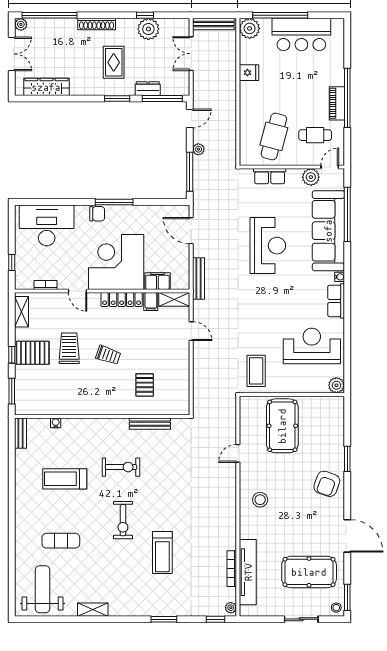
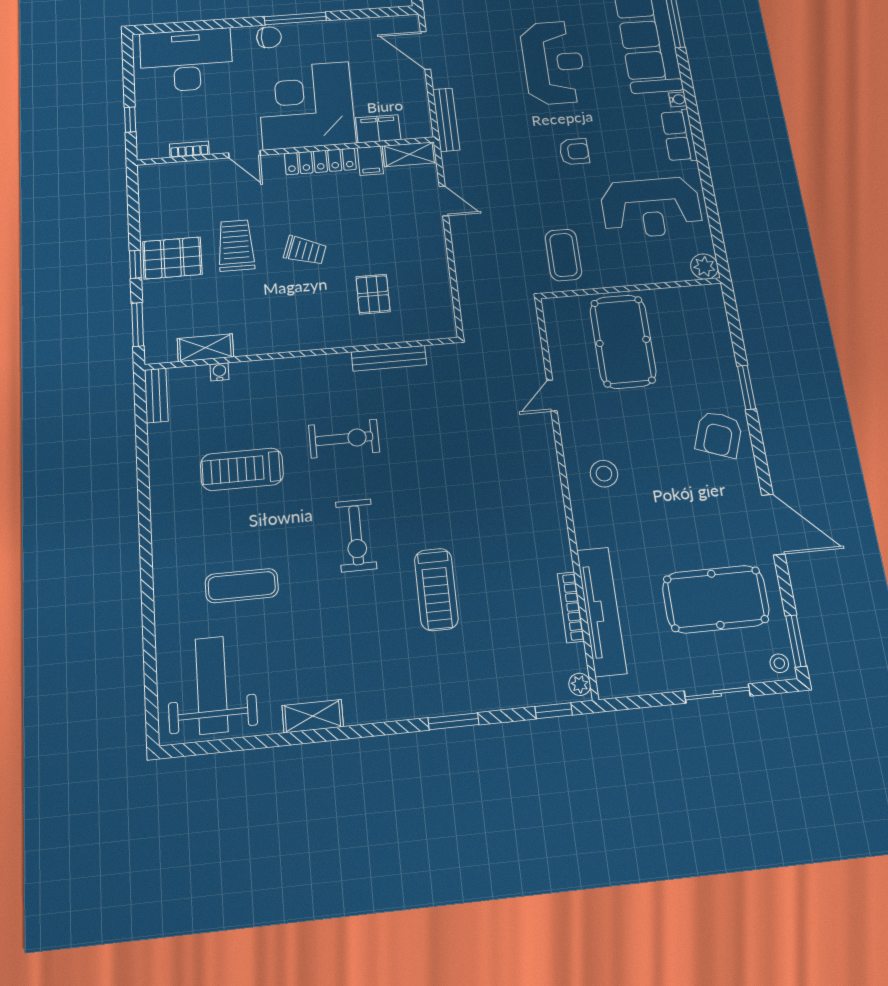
armchair: (272, 306) -> (574, 152), added
shelving: (22, 312) -> (205, 348), moved, turned 90
reception desk: (312, 346) -> (651, 208), turned 180

